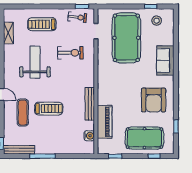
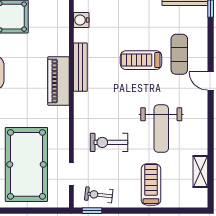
treadmill: (42, 24) -> (151, 184), turned -90
piano: (105, 122) -> (58, 81), moved

